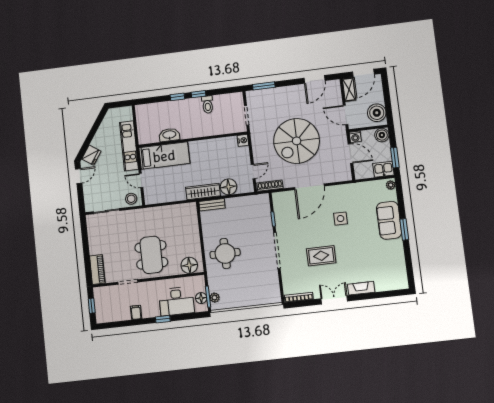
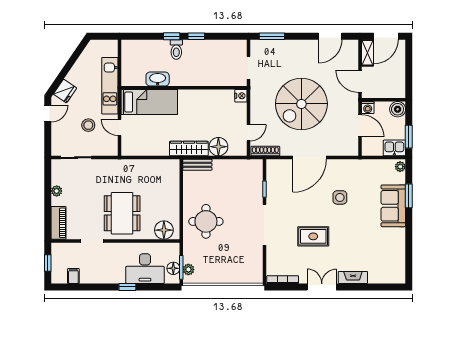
toilet: (208, 105) -> (176, 50), moved
boiler: (377, 113) -> (395, 83), removed
stool: (131, 199) -> (88, 125), moved
window: (404, 229) -> (409, 196), moved
plant: (93, 242) -> (57, 191), added
filing cabinet: (136, 312) -> (73, 276), moved

